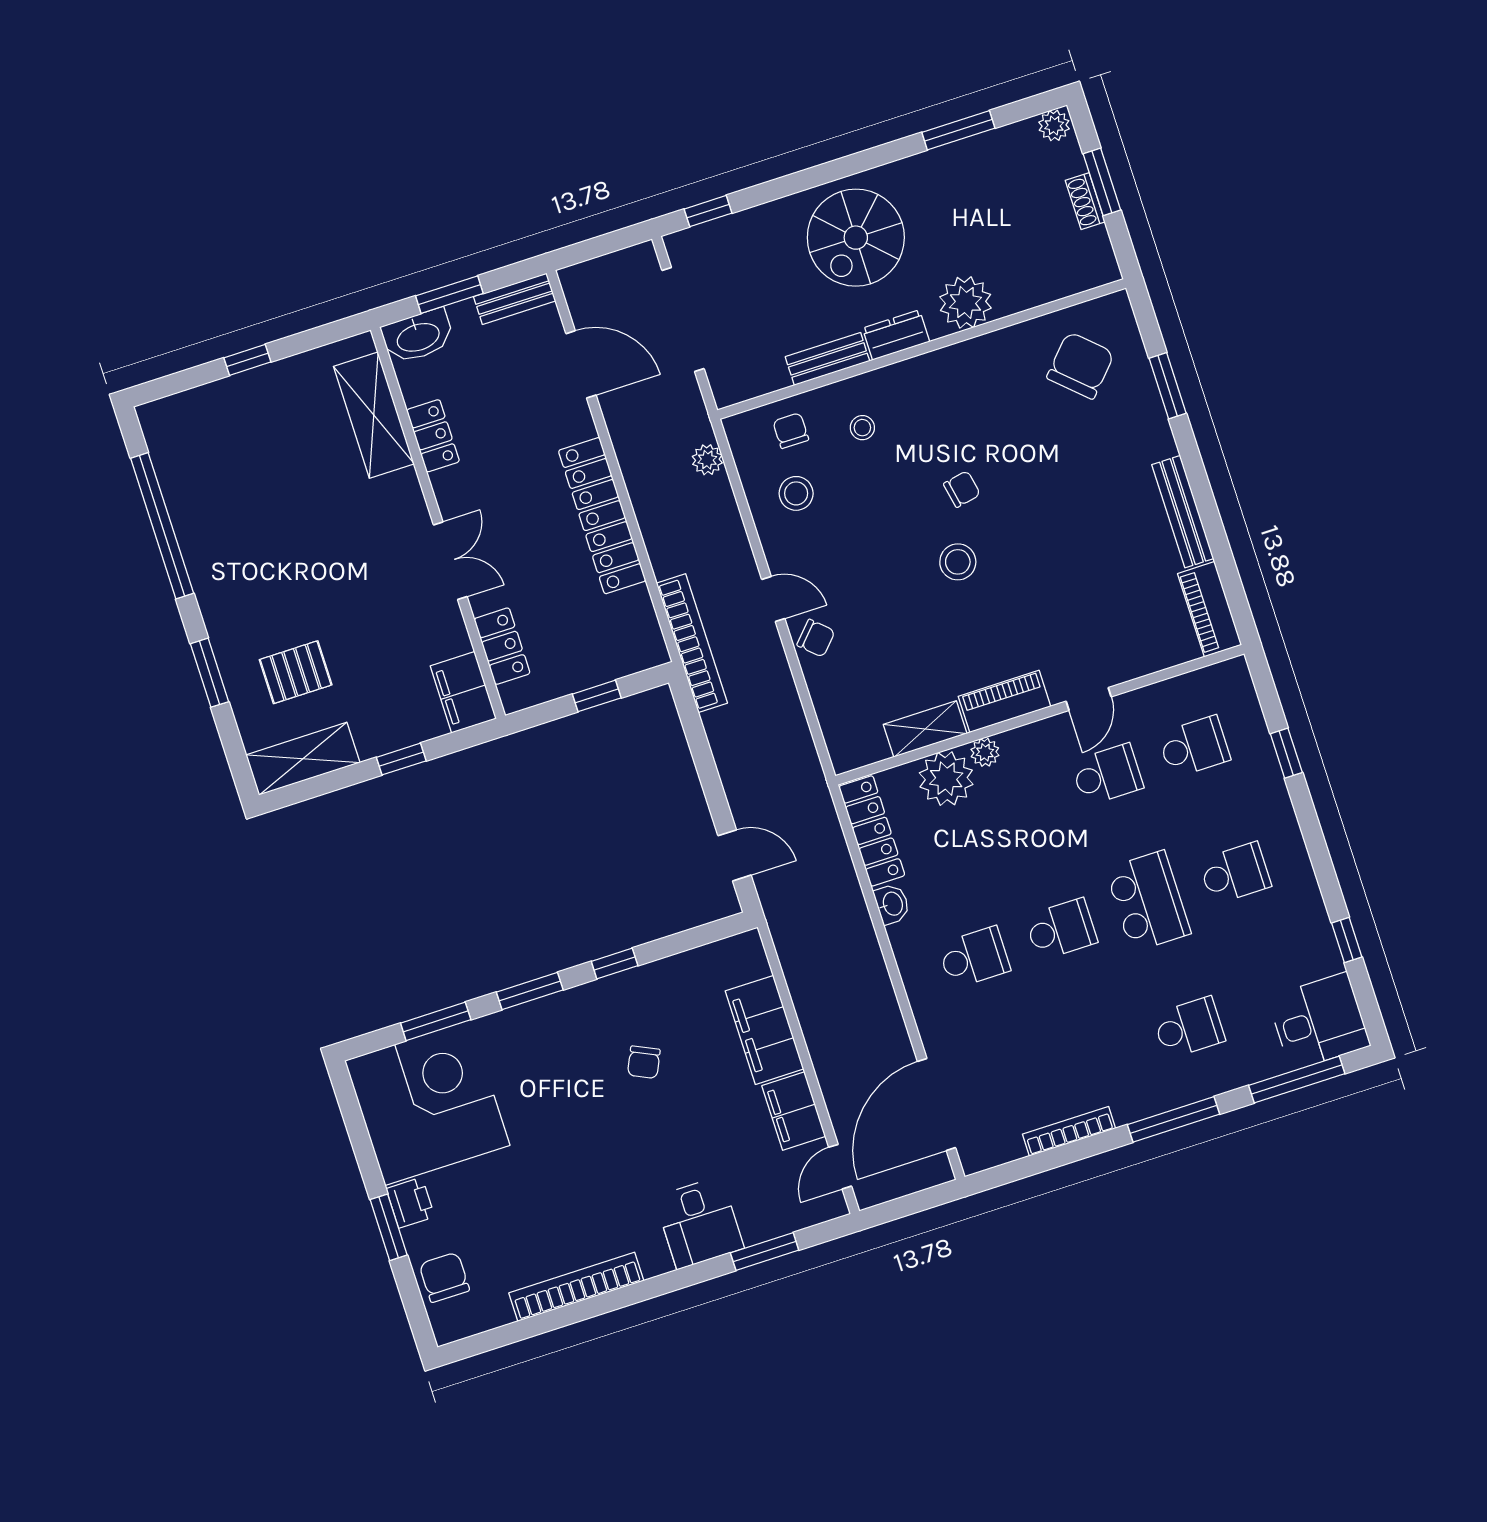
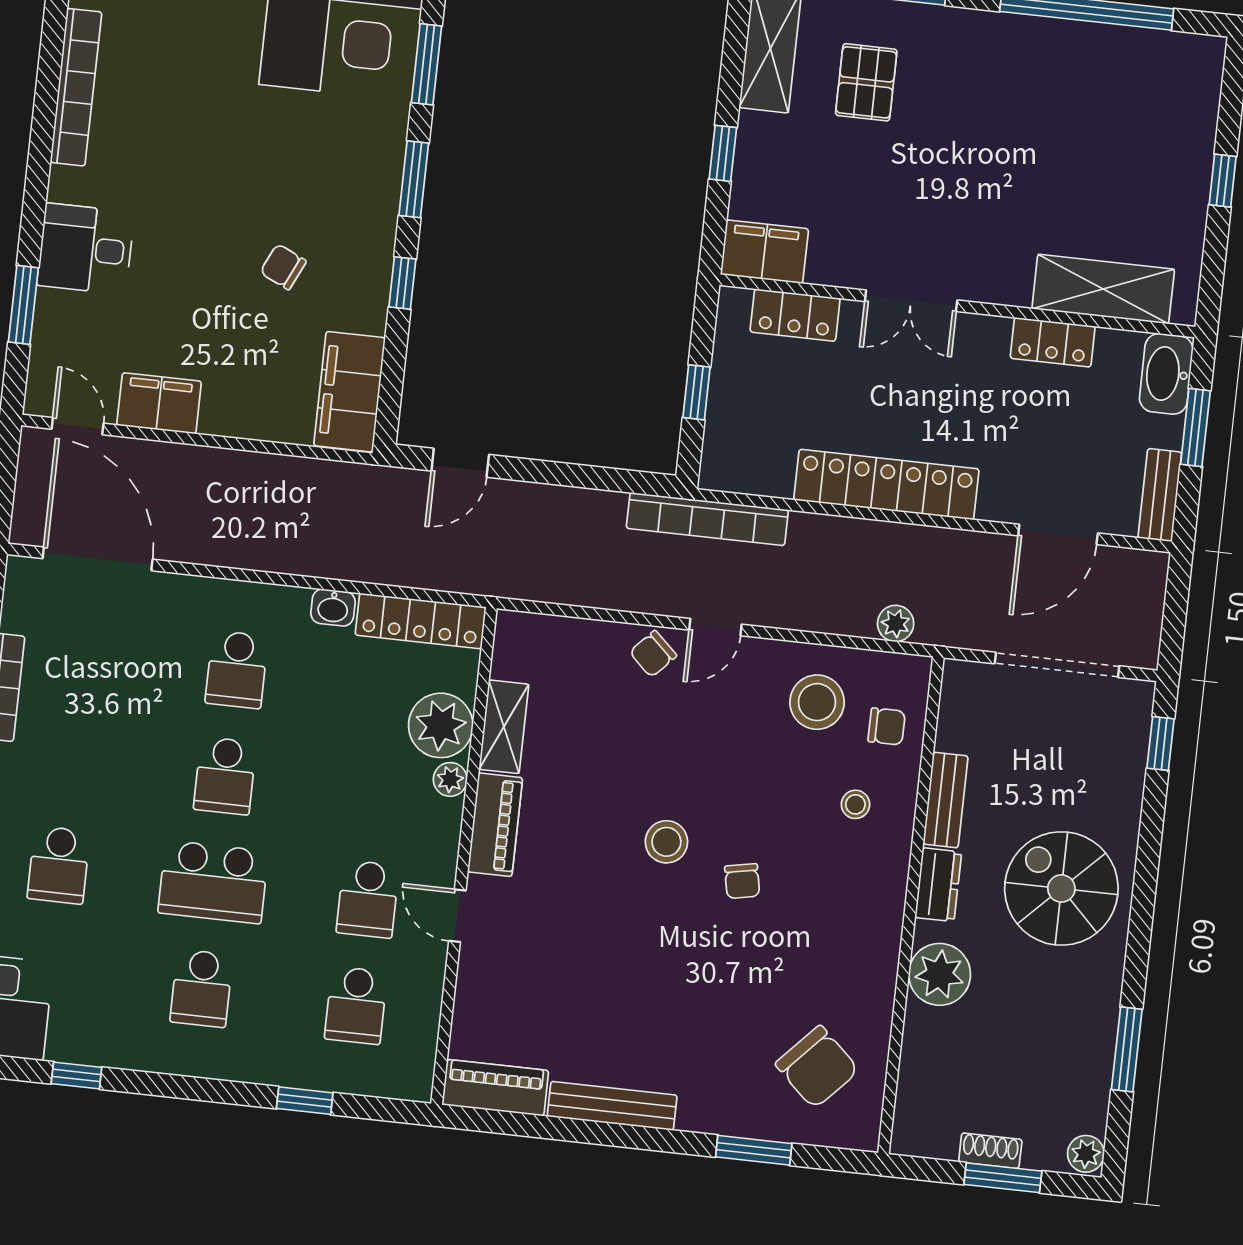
stool: (796, 493) -> (817, 702), width x1.38, depth x1.38
filing cabinet: (764, 1030) -> (349, 392), moved, turned -90

